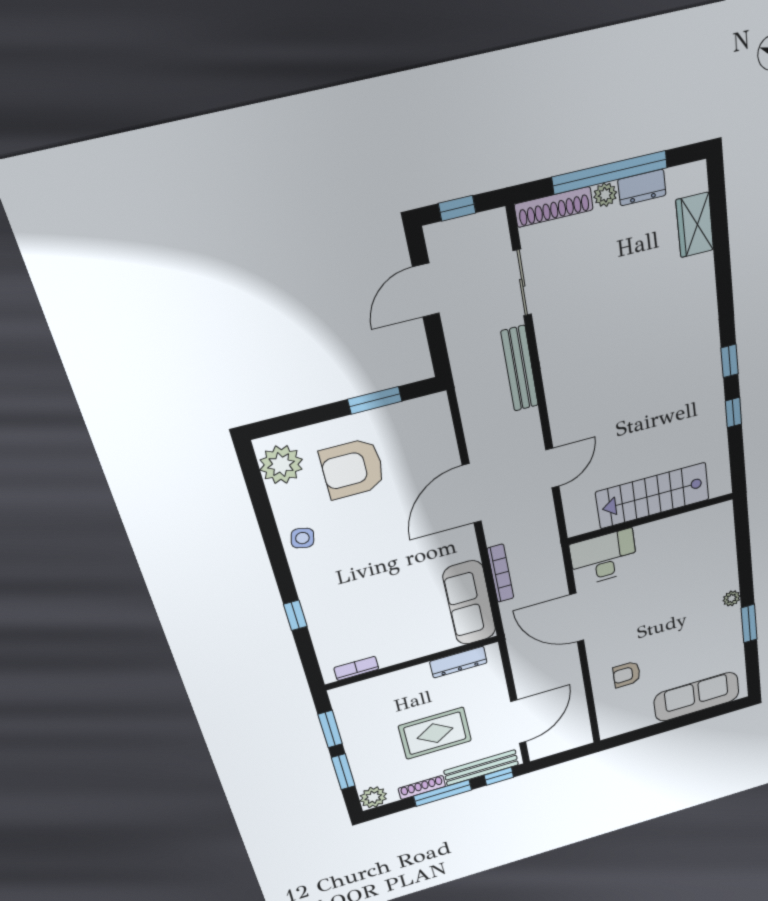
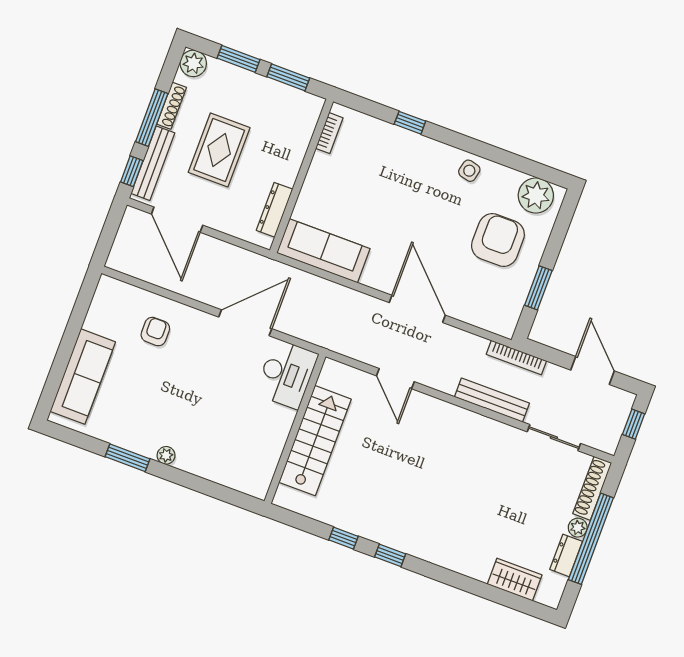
bookcase: (500, 573) -> (516, 358), moved

